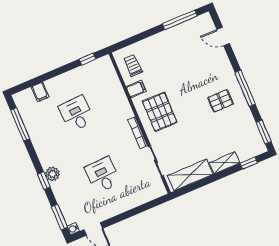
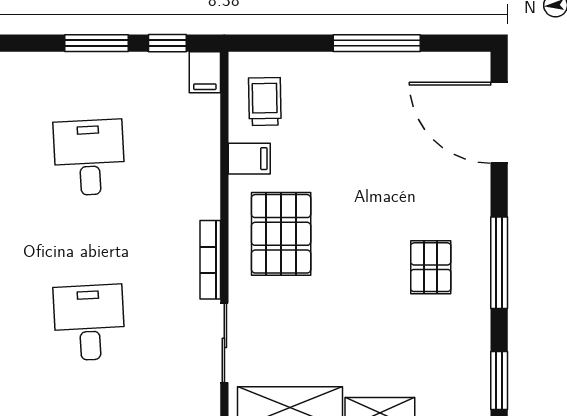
window: (180, 20) -> (377, 43), moved
door: (223, 36) -> (499, 123), width x1.87
window: (61, 70) -> (96, 43), added
filing cabinet: (40, 92) -> (205, 72), moved
pallet: (220, 101) -> (431, 267), turned 90

